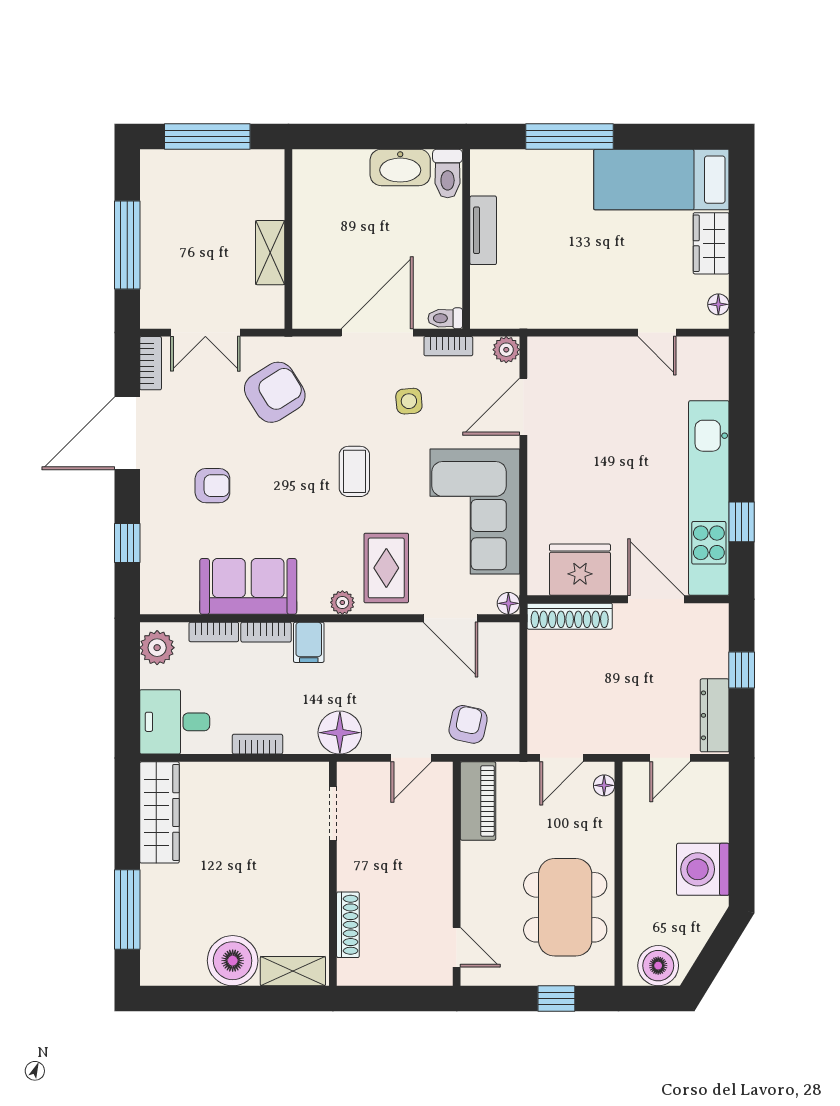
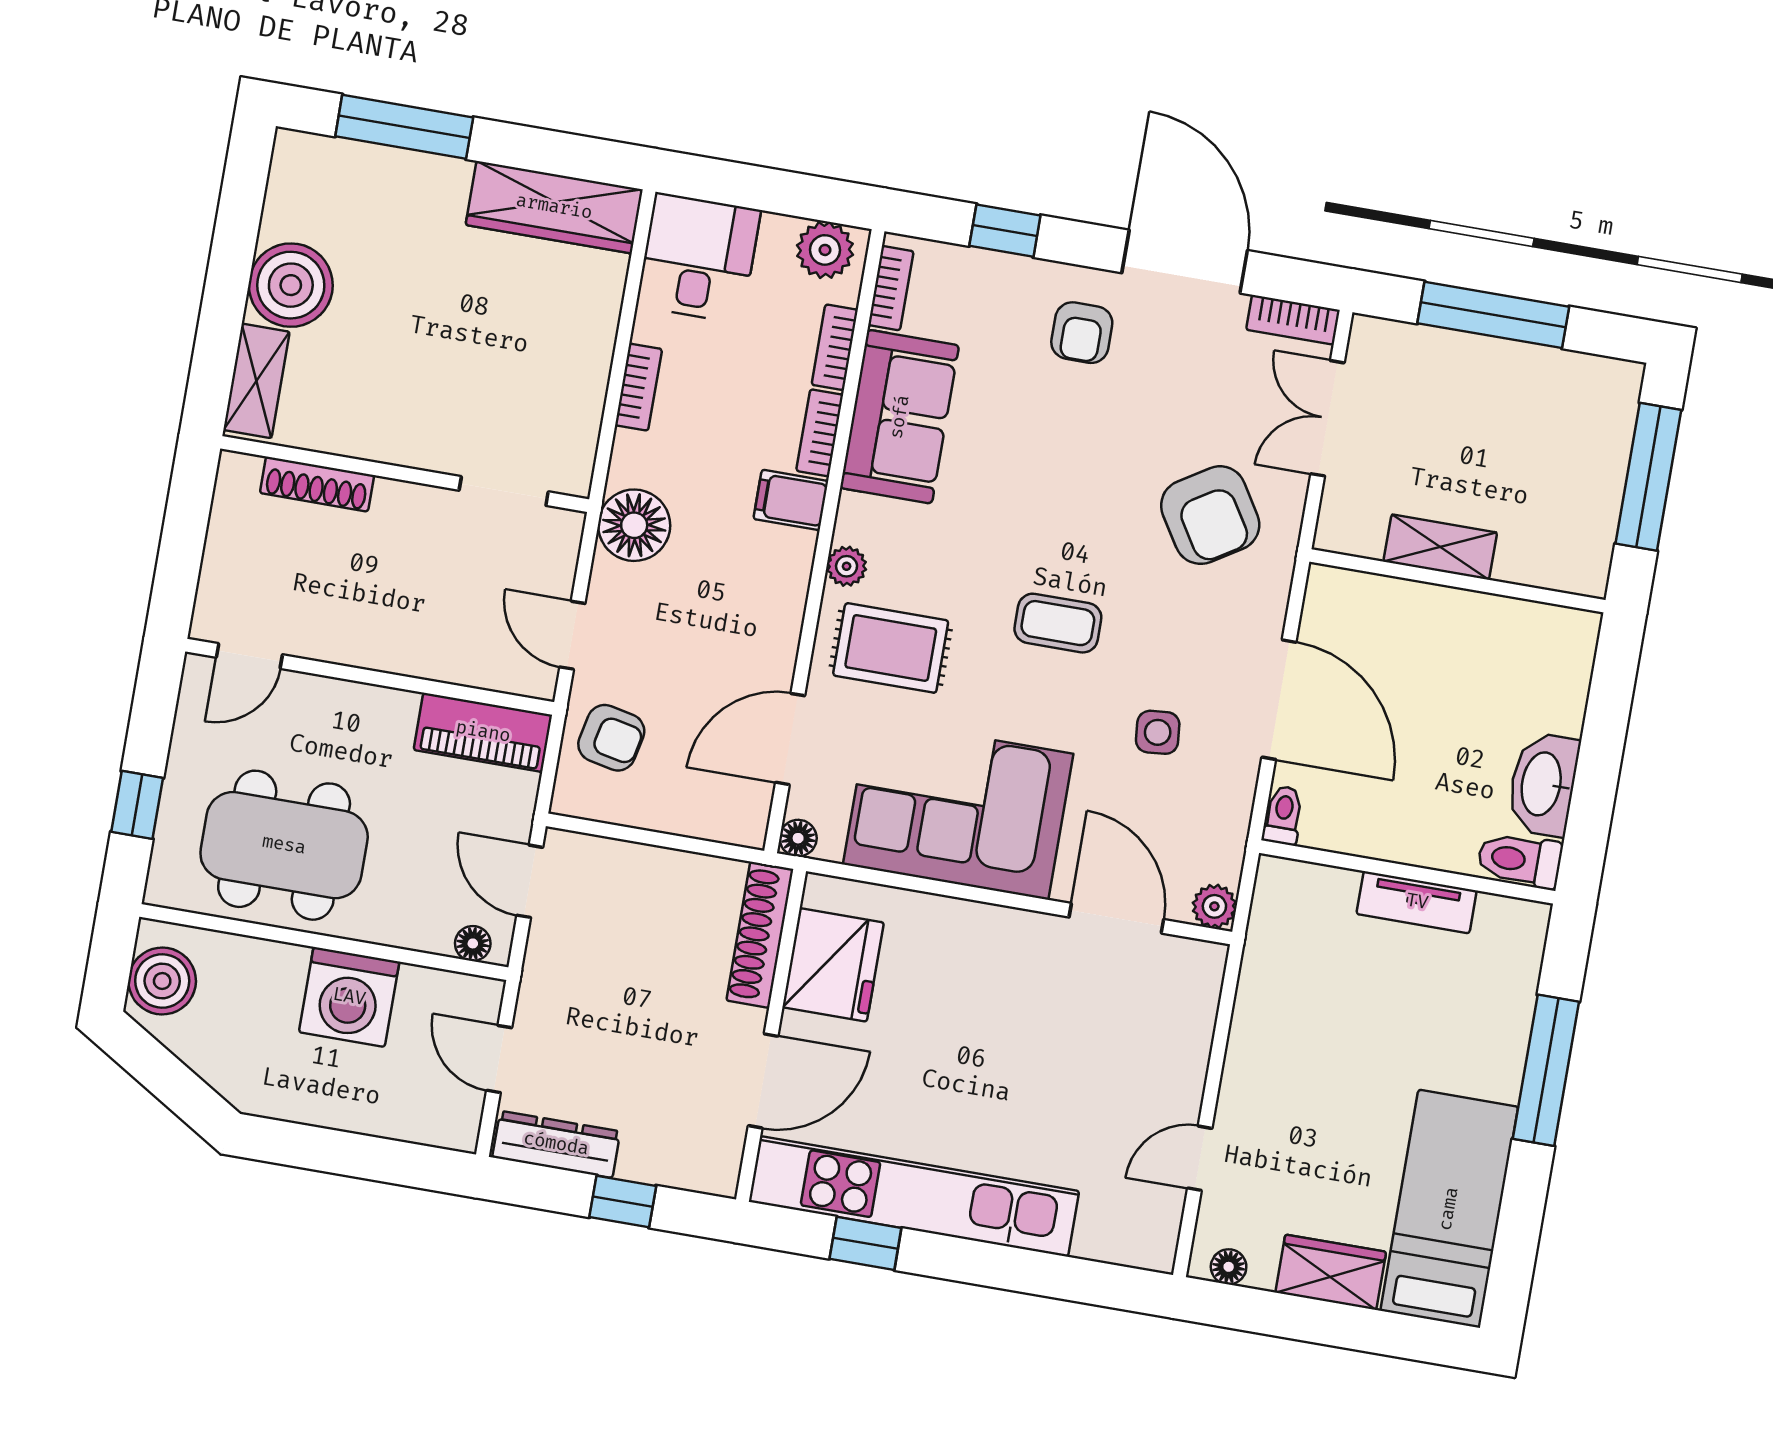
bookcase: (448, 346) -> (891, 288), moved, turned 180
armchair: (212, 486) -> (1082, 333), moved
washing machine: (703, 869) -> (349, 997), moved, turned 180

